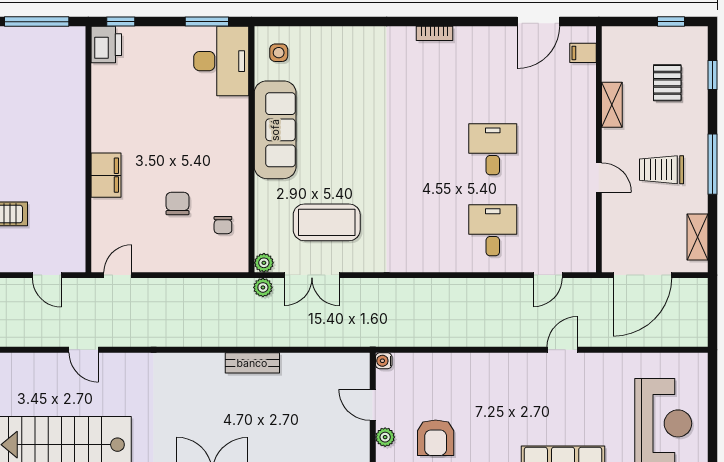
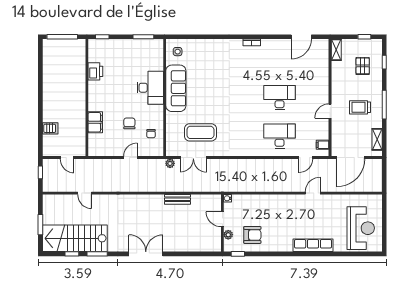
printer: (106, 45) -> (95, 71), moved
filing cabinet: (583, 53) -> (323, 145), moved
desk: (221, 61) -> (150, 88), moved
shelving: (612, 105) -> (336, 50), moved
desk: (493, 149) -> (280, 98), width x1.37
filing cabinet: (106, 175) -> (95, 122), moved
door: (599, 178) -> (330, 111), swing flipped
desk: (493, 230) -> (280, 136), width x1.37
plant: (264, 263) -> (171, 152), removed
door: (118, 275) -> (130, 158), moved
bench: (252, 363) -> (178, 199), moved
armchair: (436, 438) -> (252, 235), turned -90

